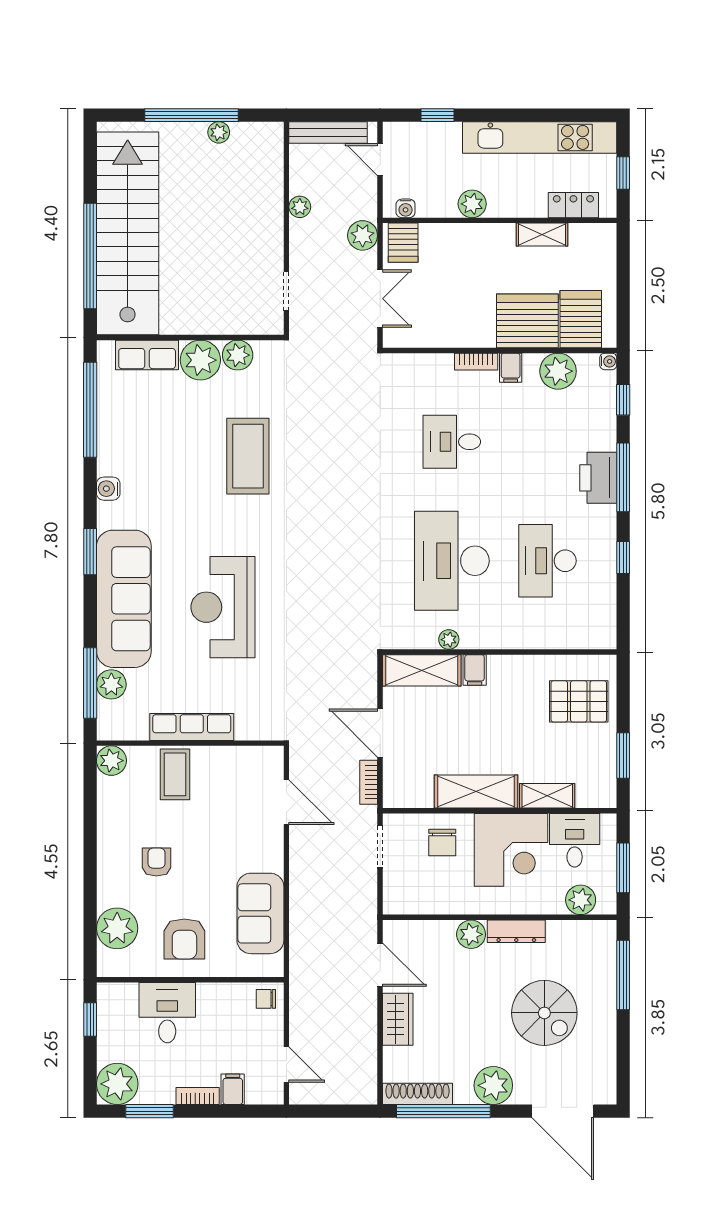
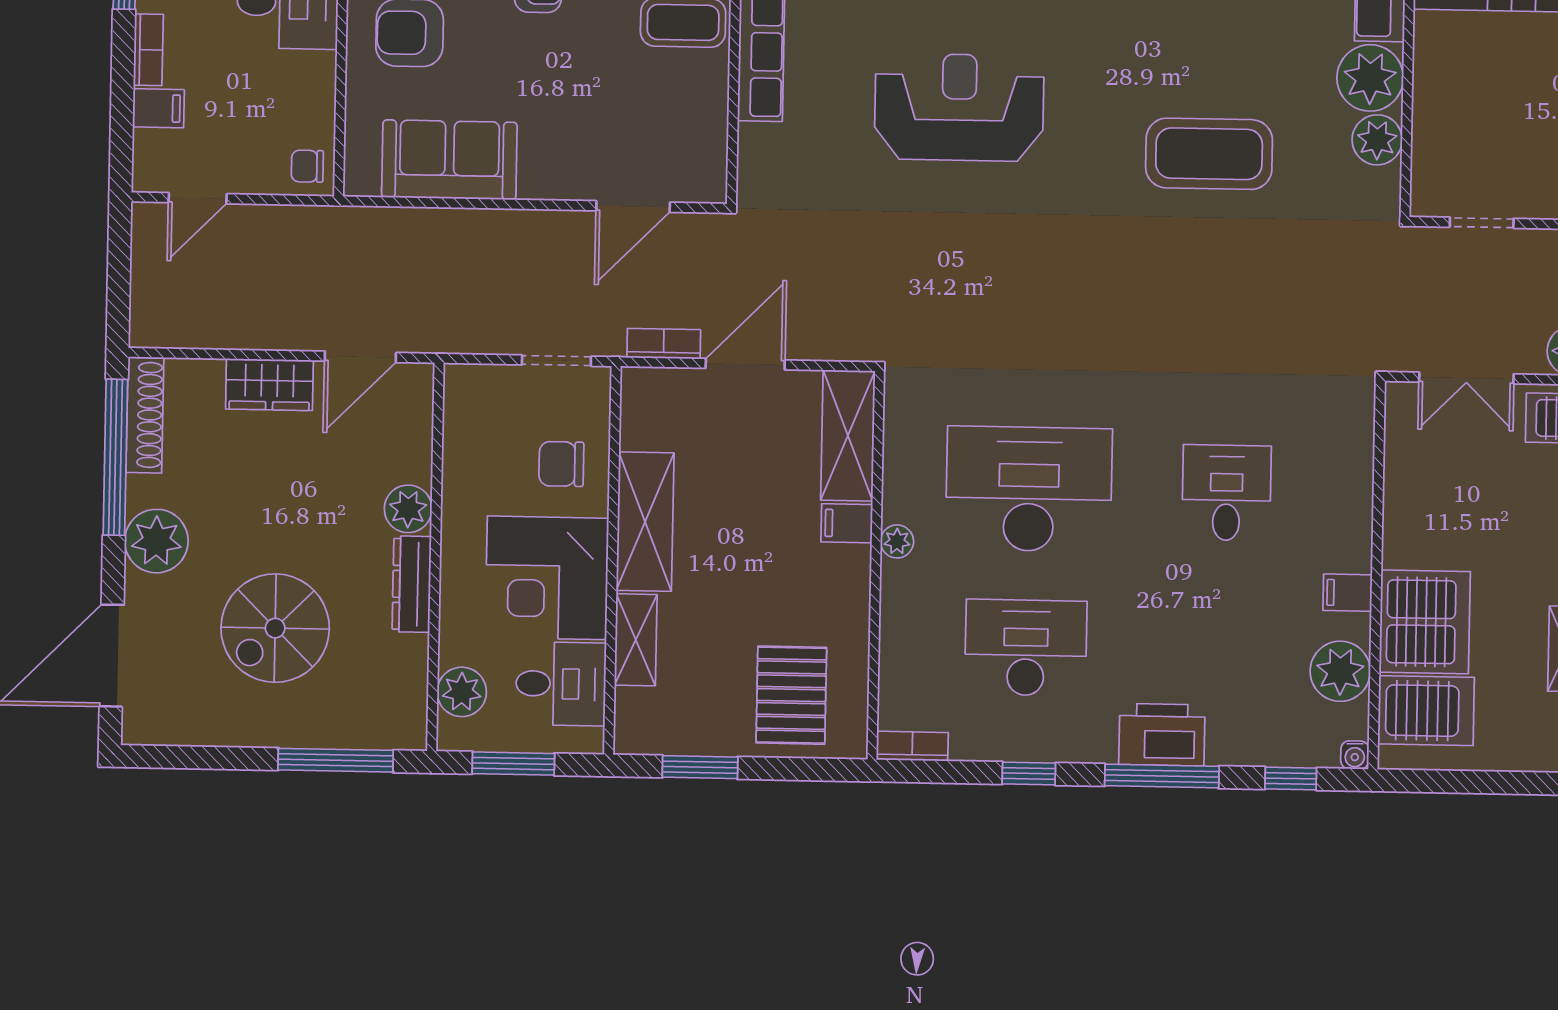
bookcase: (476, 362) -> (912, 746), moved, turned 90
plant: (449, 640) -> (897, 541), moved
chair: (266, 999) -> (307, 166), turned -90

